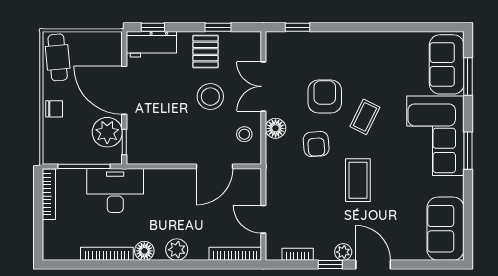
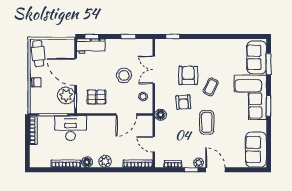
pallet: (206, 51) -> (96, 97), moved, turned 90
floor lamp: (276, 128) -> (161, 115), moved

